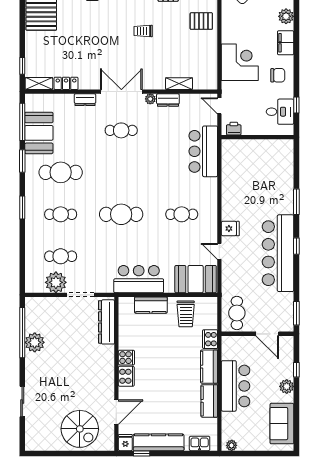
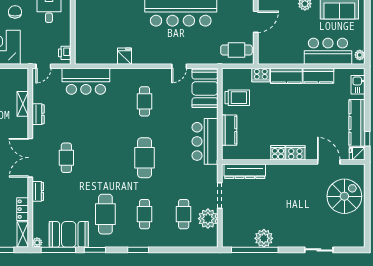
plant: (150, 99) -> (37, 243), moved
fridge: (230, 229) -> (124, 56), moved
bar counter: (236, 386) -> (328, 51), moved

